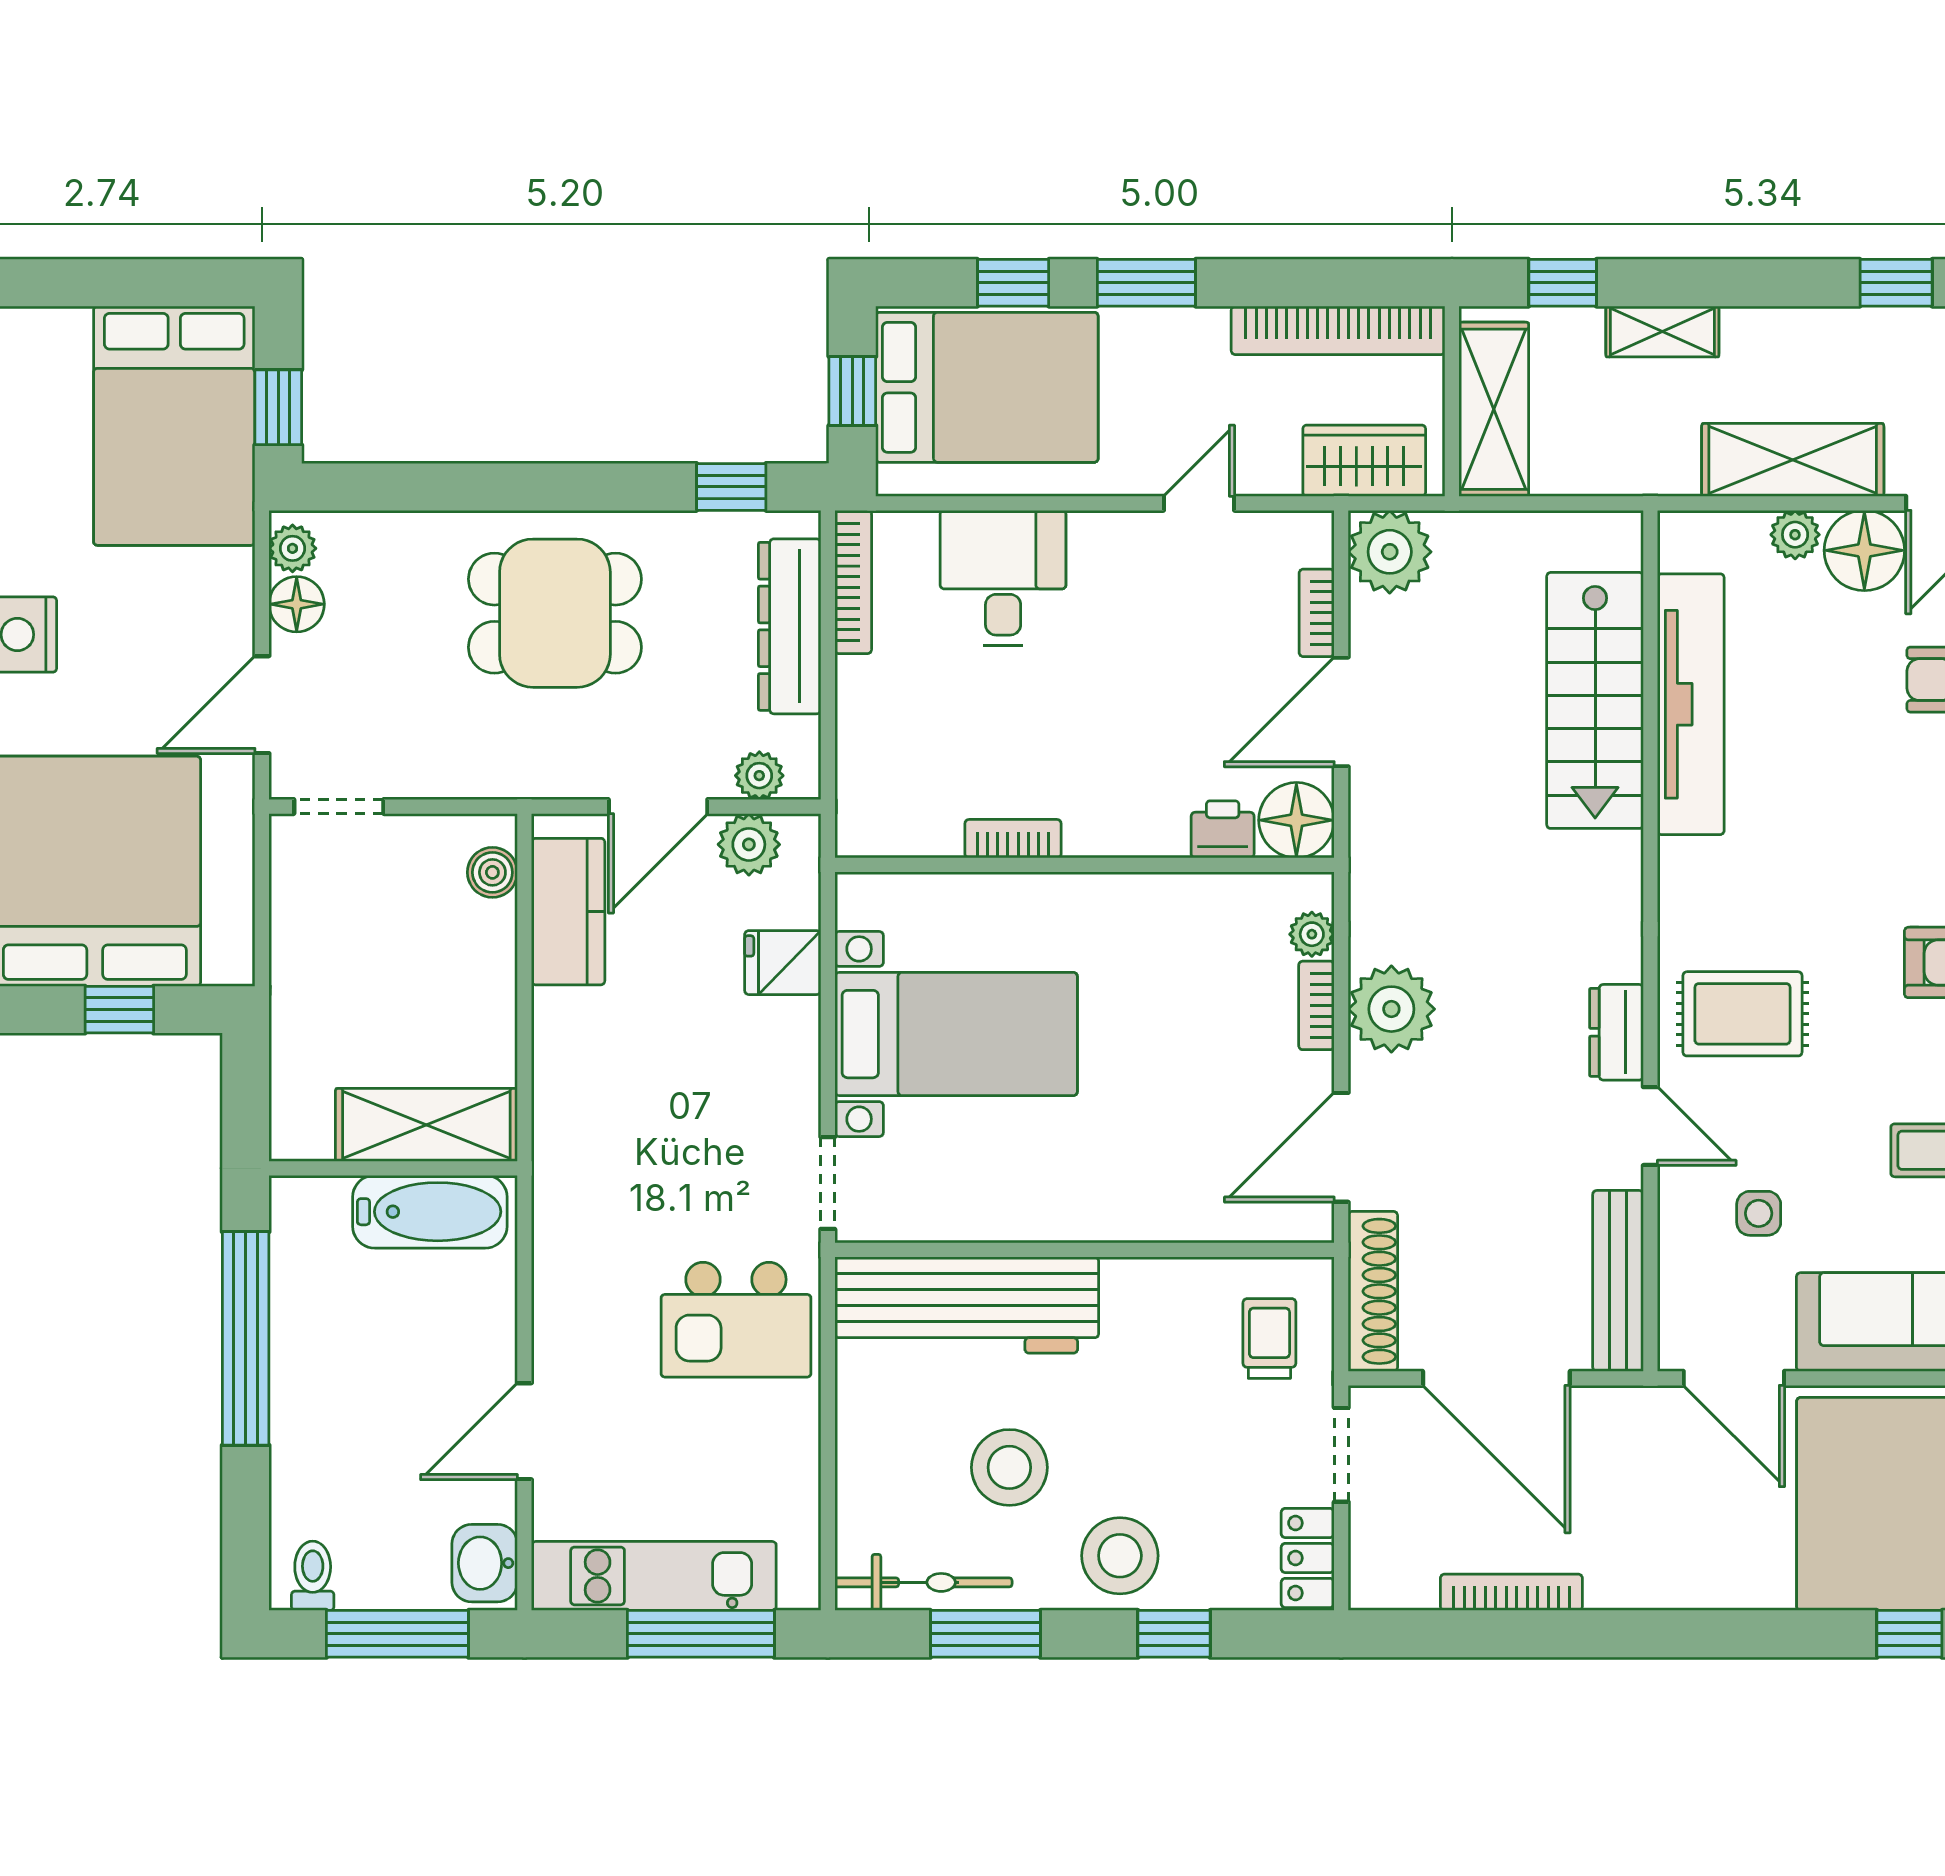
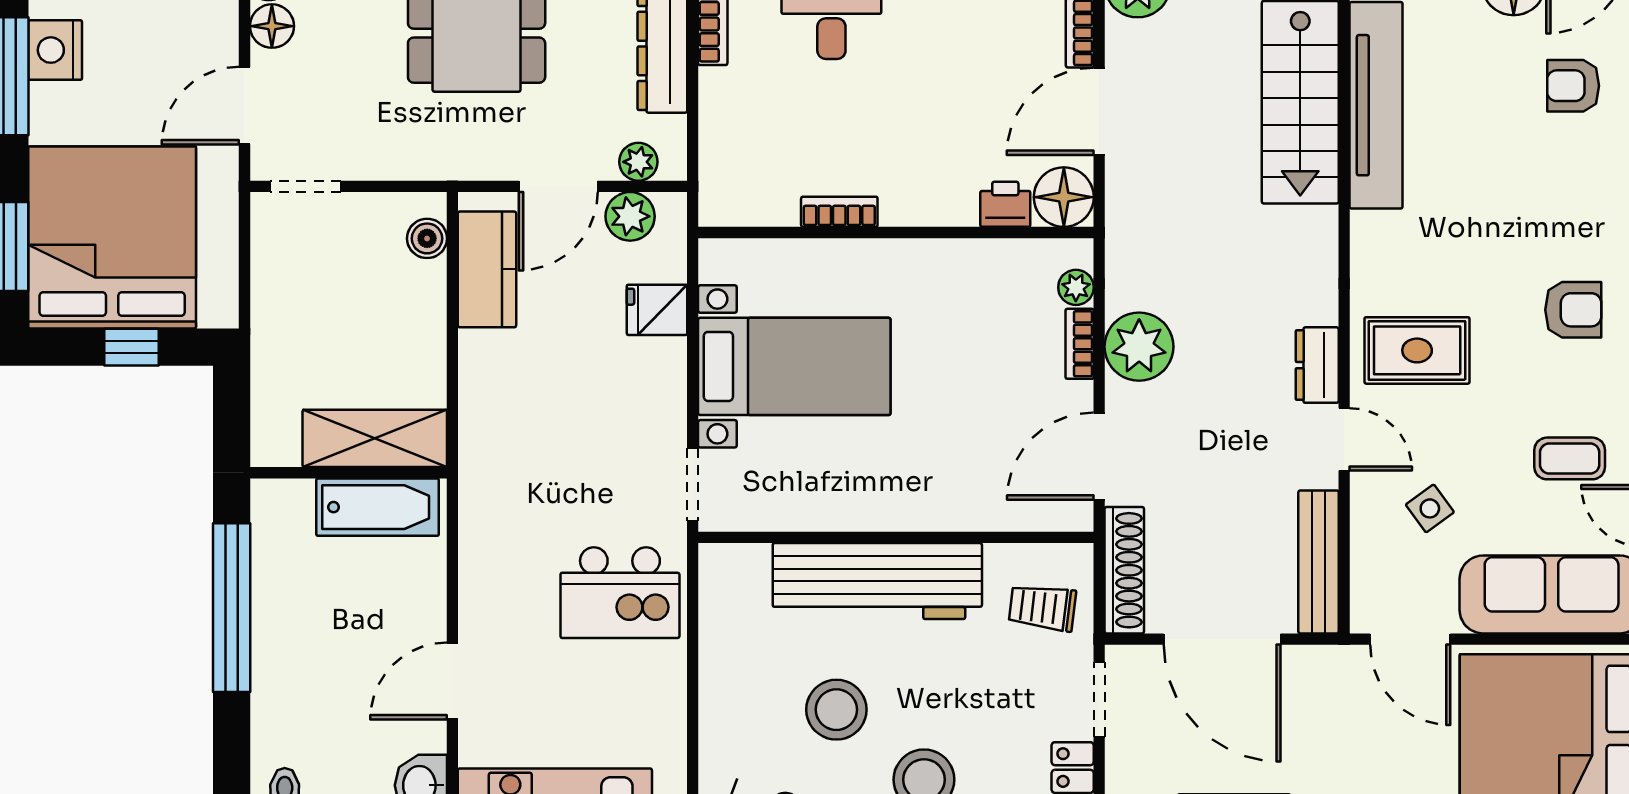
side table: (1759, 1213) -> (1430, 508), turned -36
workbench: (967, 1305) -> (877, 581), moved
trolley: (1269, 1339) -> (1042, 608), turned -83

